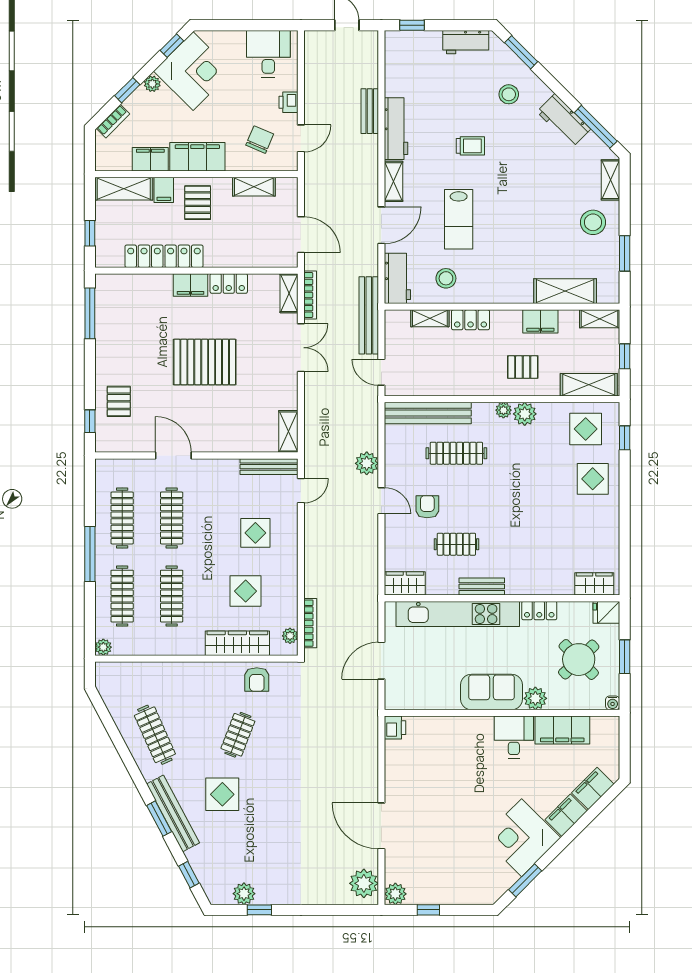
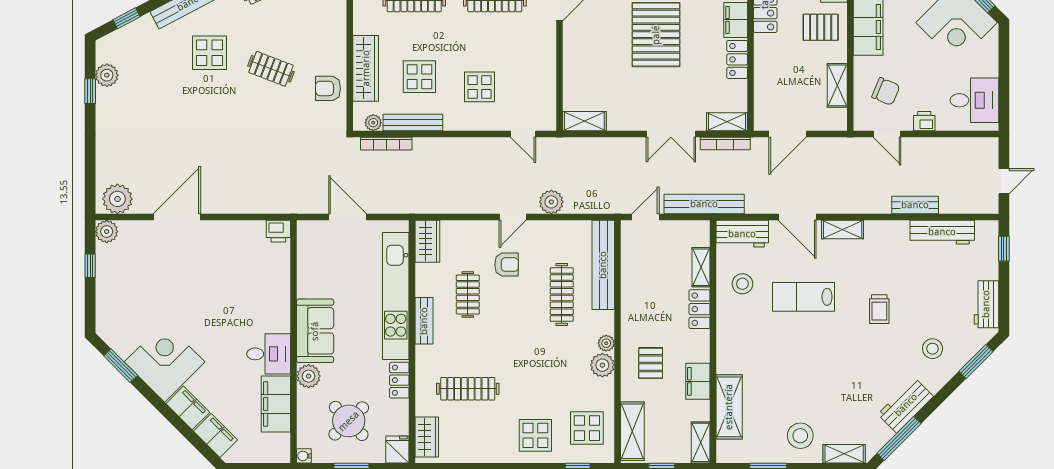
workbench: (396, 129) -> (942, 232), moved
bench: (269, 467) -> (413, 123), moved, turned 90
clothes rail: (548, 544) -> (468, 389), added

